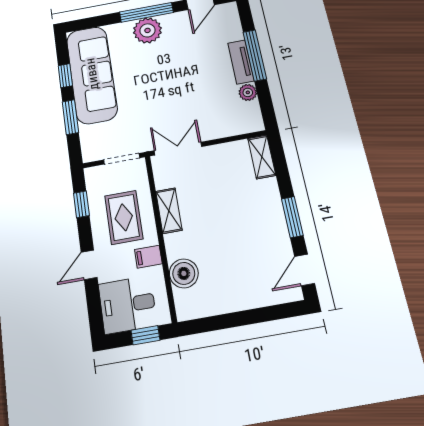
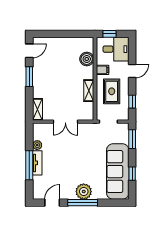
window: (71, 117) -> (132, 139), moved
double door: (178, 149) -> (65, 122), moved

